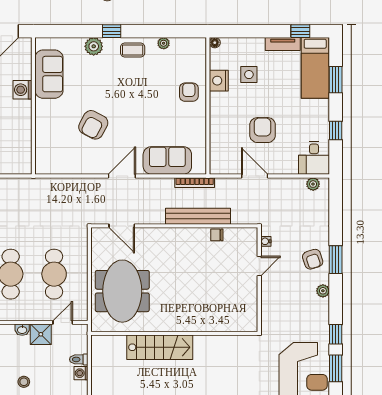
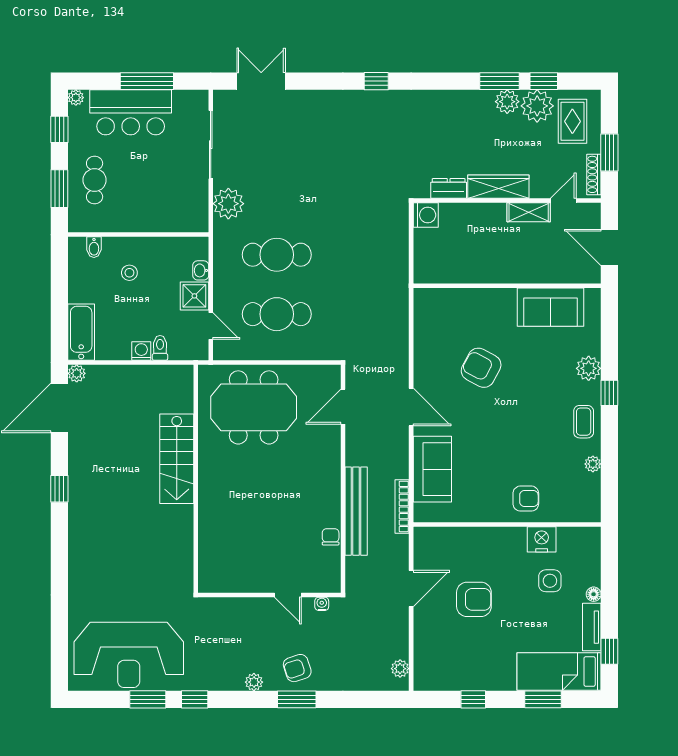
floor lamp: (215, 43) -> (594, 594), moved
washing machine: (22, 90) -> (529, 271), removed
desk: (314, 158) -> (436, 670), removed

